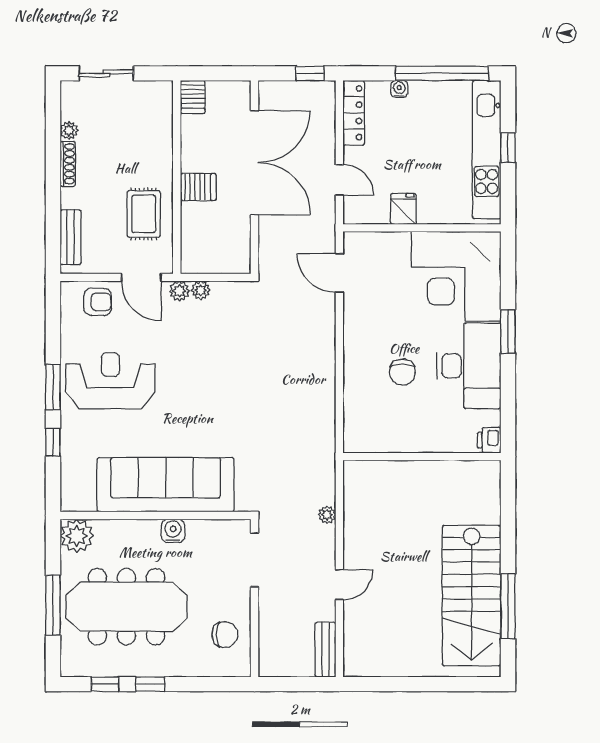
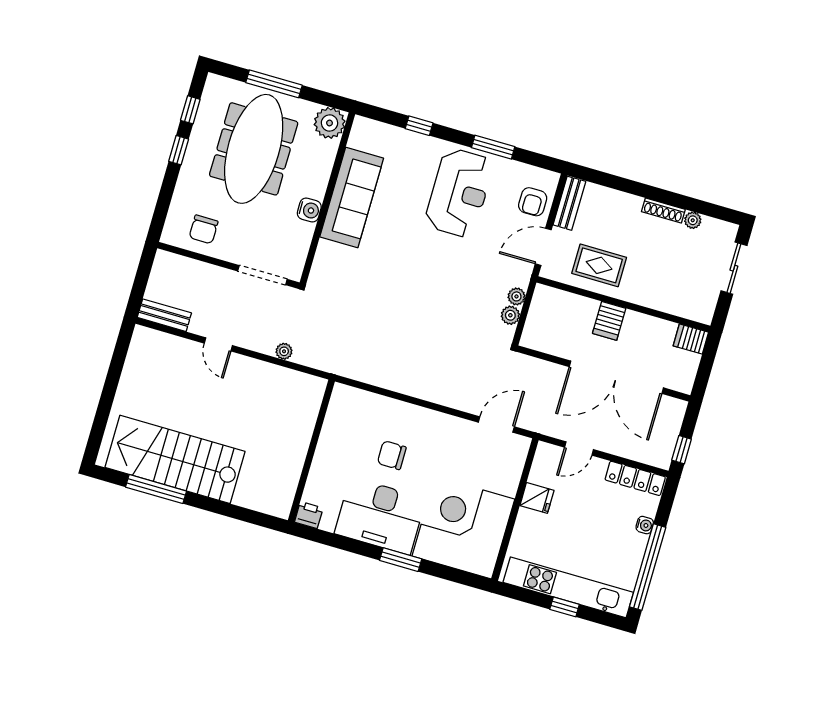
bench: (70, 237) -> (569, 203), moved, turned 90
plant: (179, 291) -> (510, 315), moved
window: (53, 387) -> (493, 147), moved
sofa: (166, 485) -> (352, 198), width x0.74, depth x0.79

